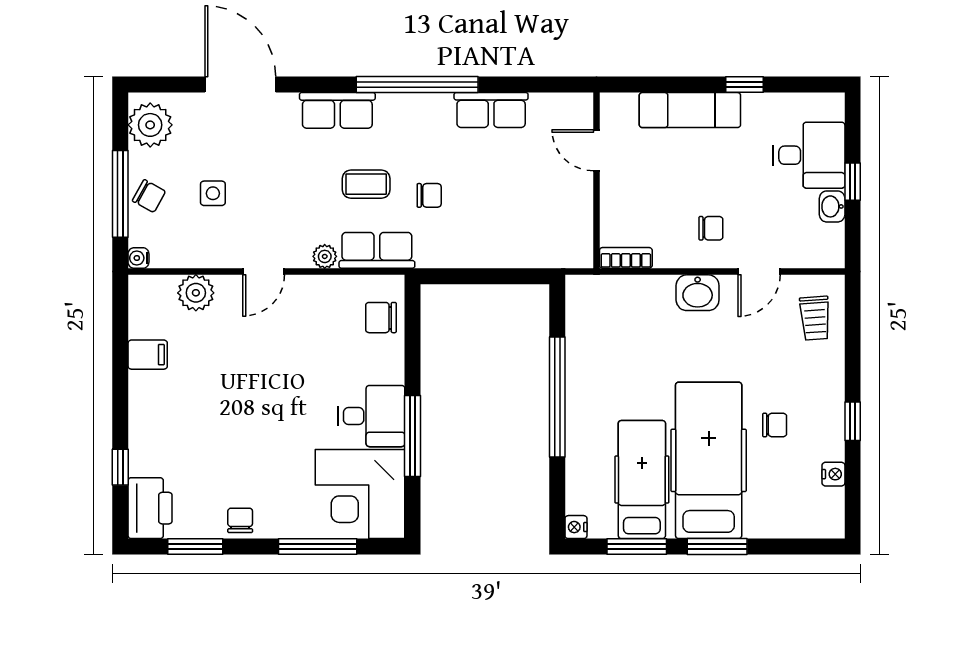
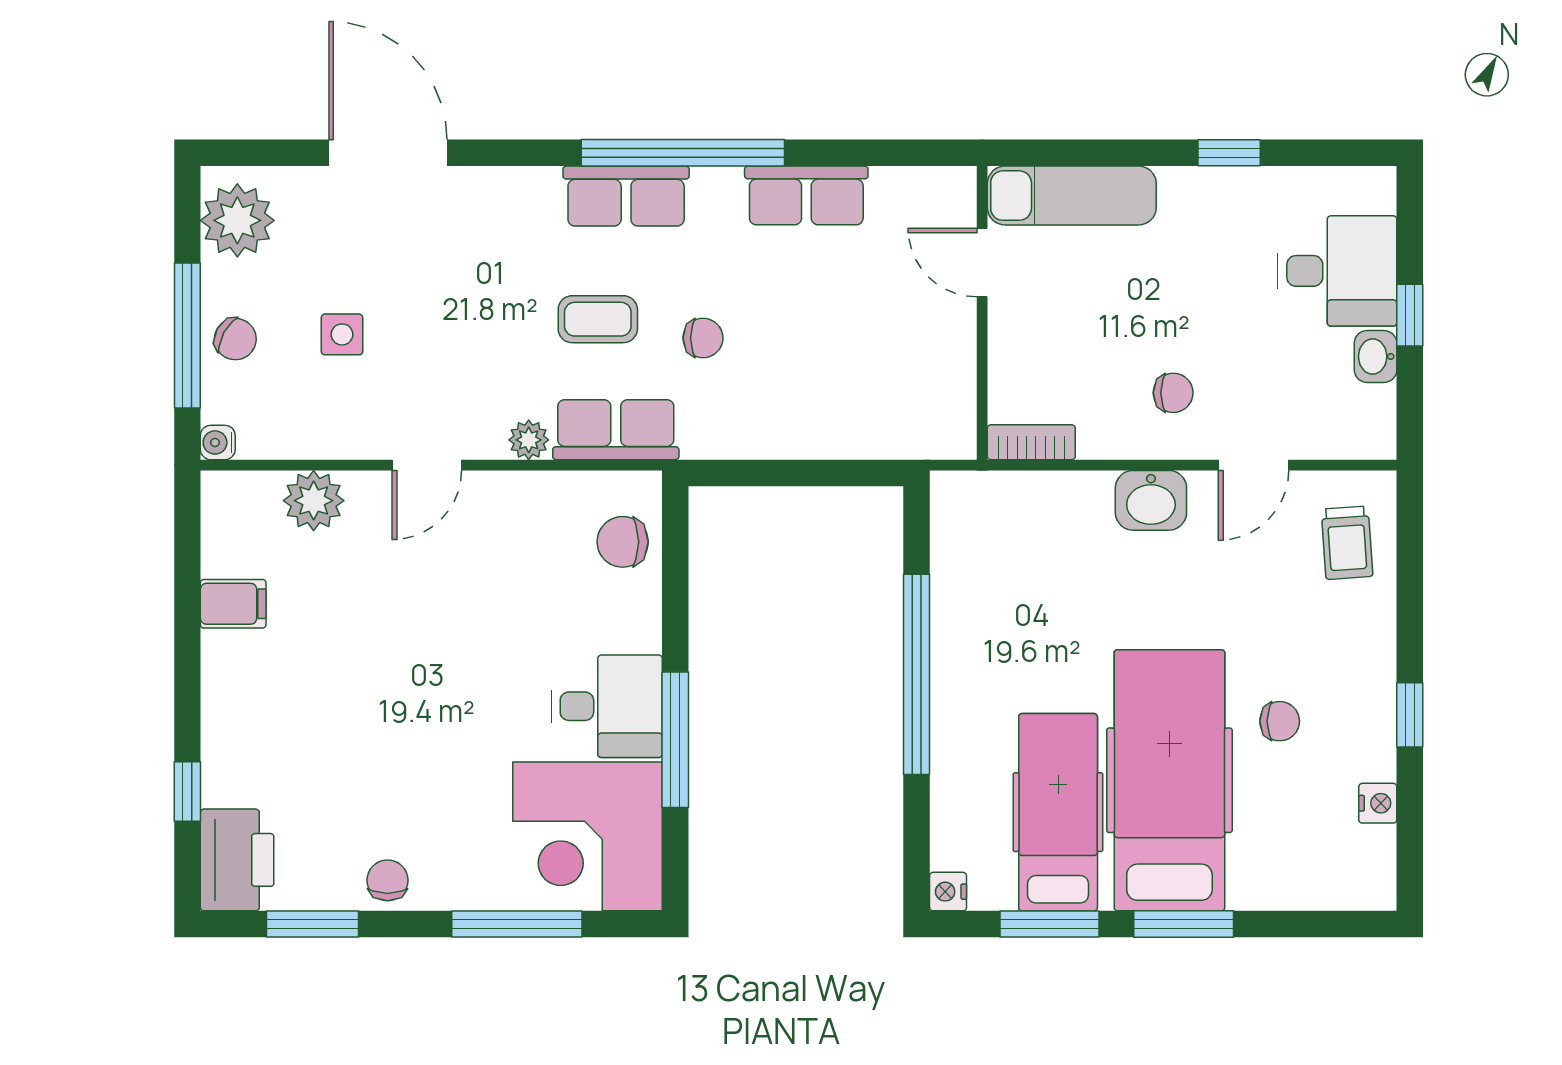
row of seats: (337, 110) -> (626, 196), moved
exam couch: (690, 110) -> (1072, 196), moved

